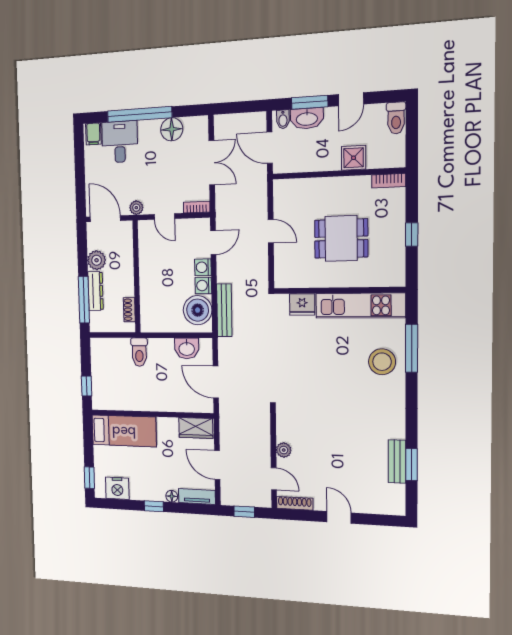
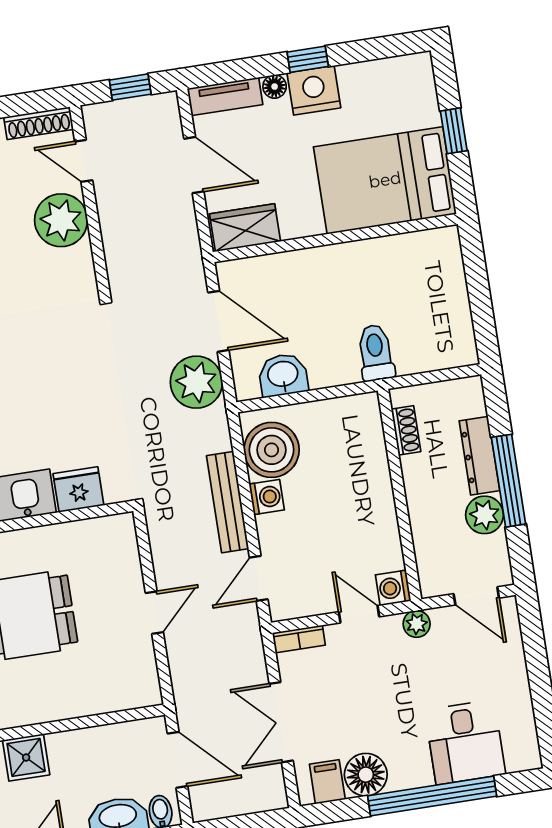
filing cabinet: (93, 134) -> (327, 782), moved
door: (105, 219) -> (476, 596), width x0.73
door: (271, 231) -> (154, 613), swing flipped
washing machine: (203, 267) -> (393, 588), moved, turned 180
window: (84, 300) -> (509, 481), moved
bench: (224, 310) -> (228, 502), moved
plant: (231, 352) -> (196, 382), added
window: (87, 386) -> (475, 269), removed
bed: (124, 431) -> (385, 180), width x1.50
plant: (284, 450) -> (61, 220), width x1.87, depth x1.87
window: (89, 478) -> (454, 131), moved
nightstand: (117, 488) -> (314, 90), moved

